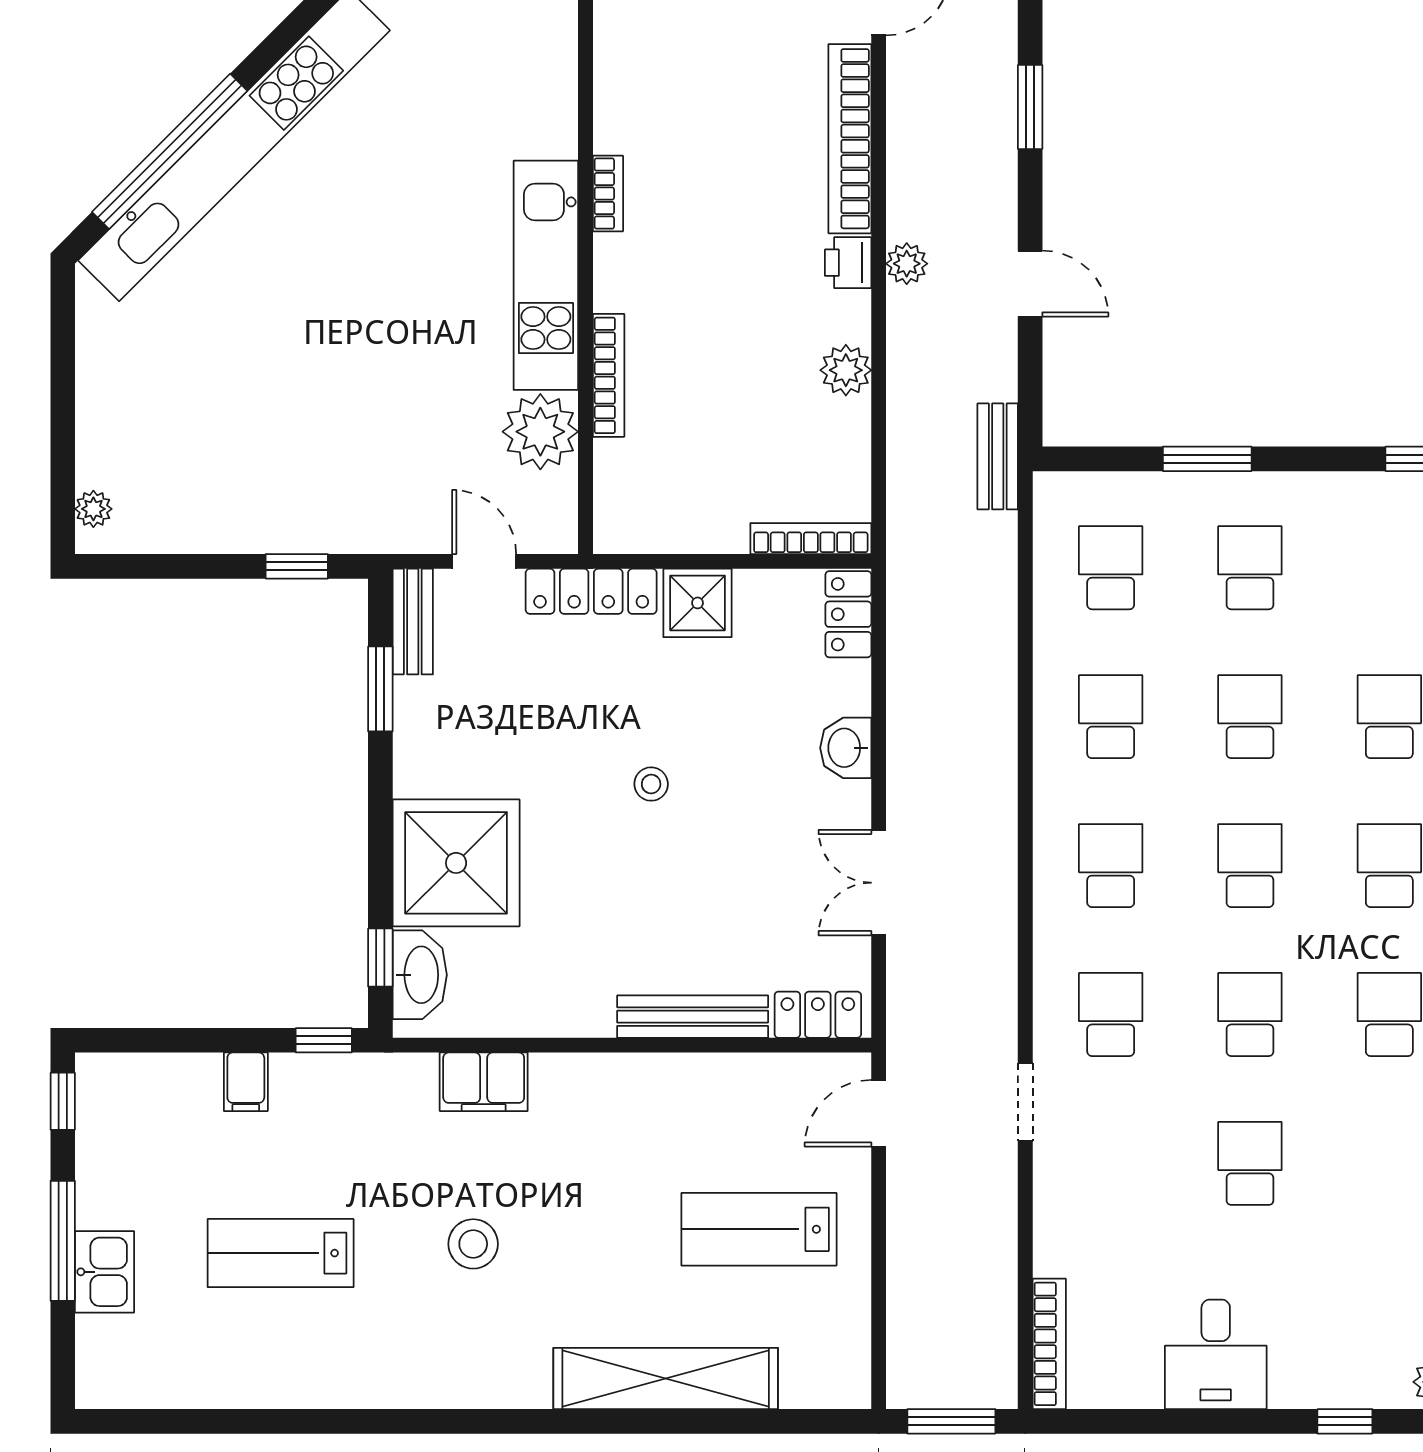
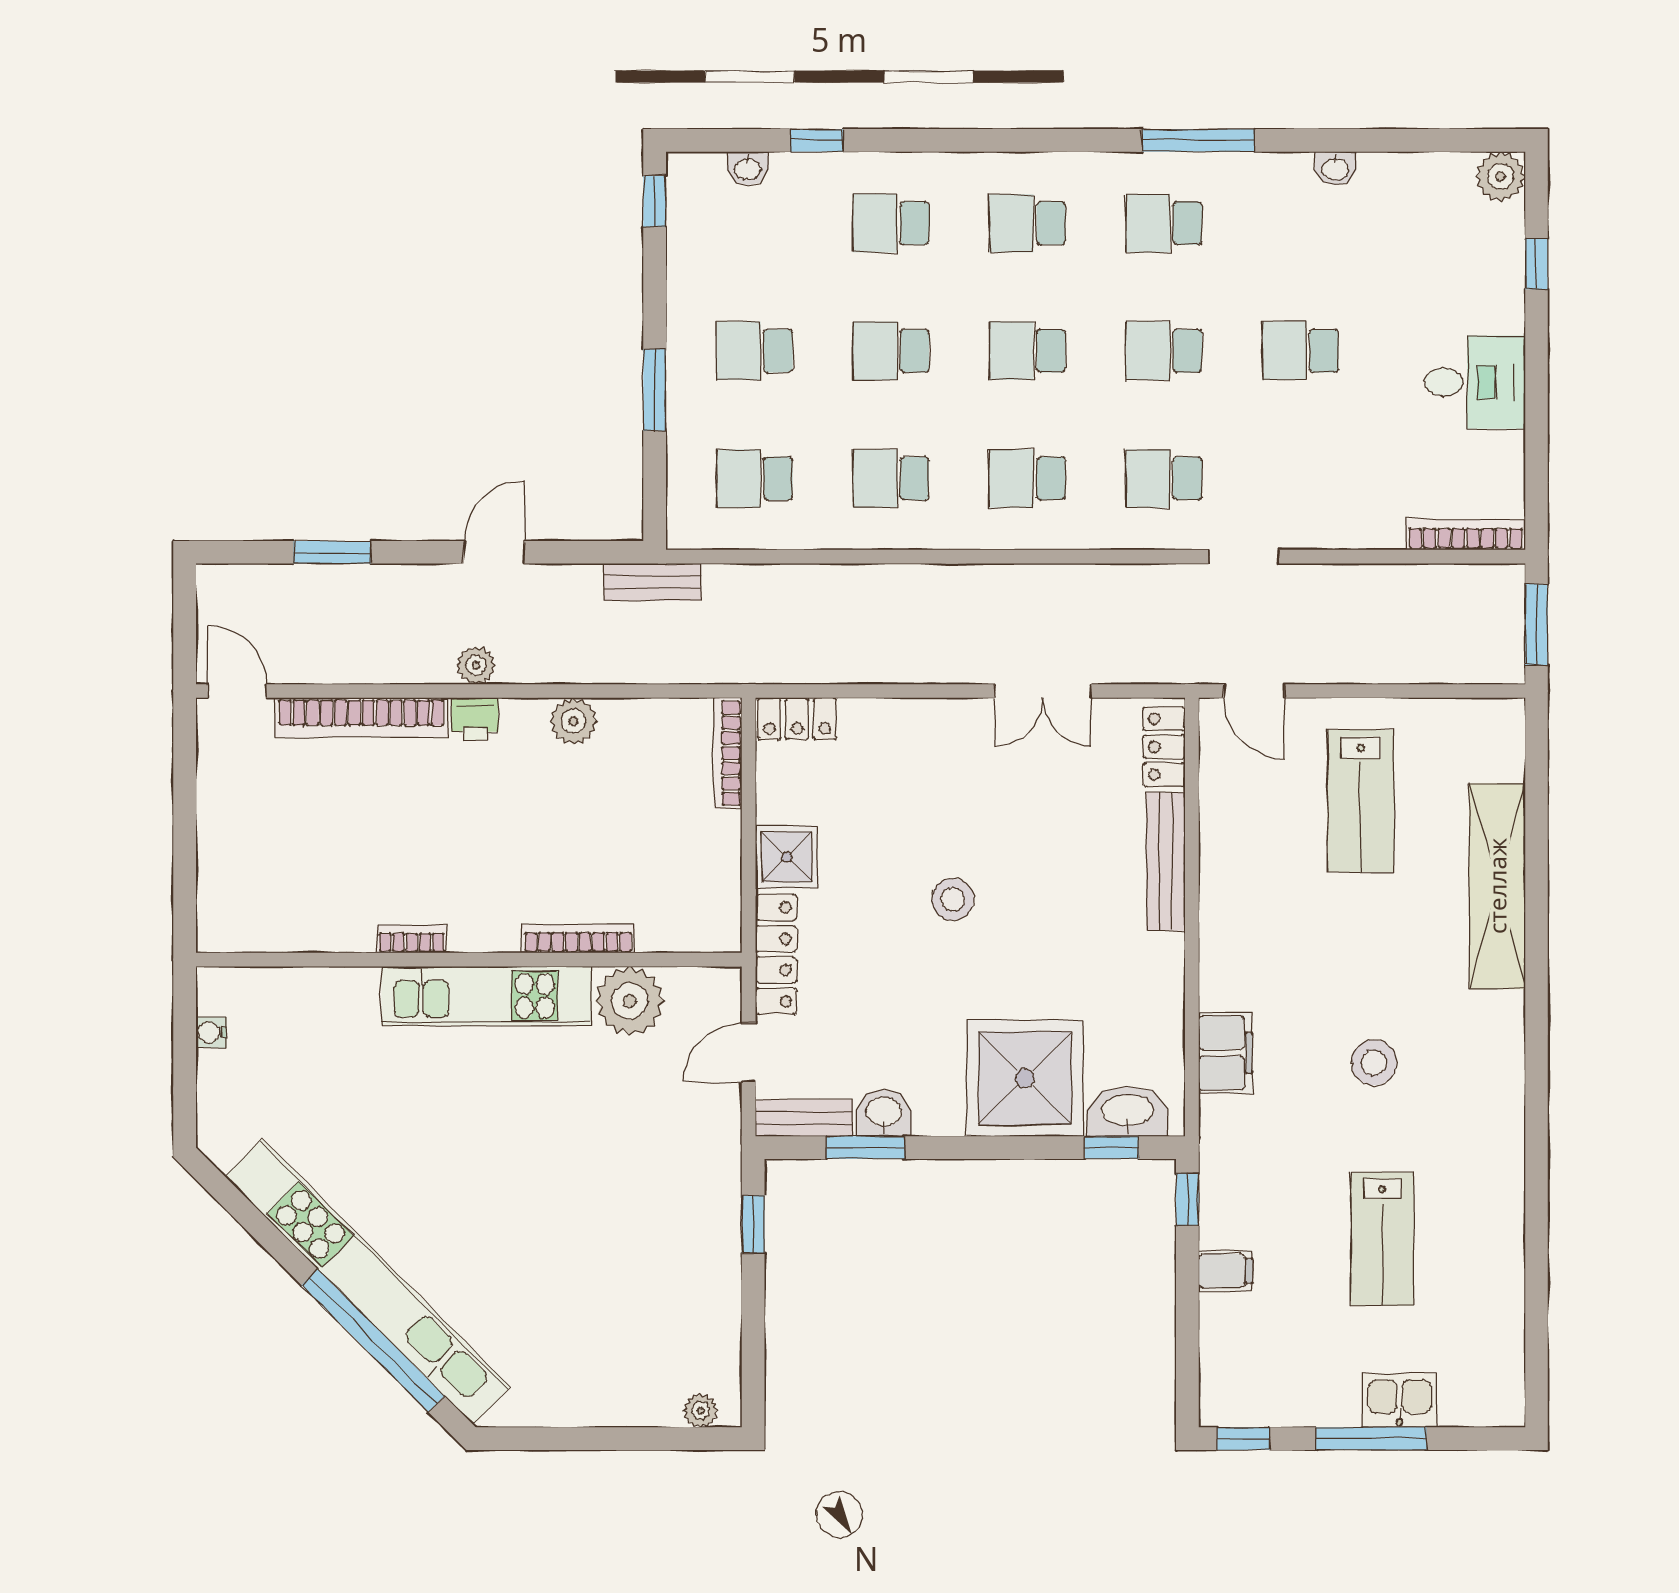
washbasin: (846, 748) -> (884, 1113), moved, turned 180
stool: (651, 784) -> (953, 899), width x1.37, depth x1.37

